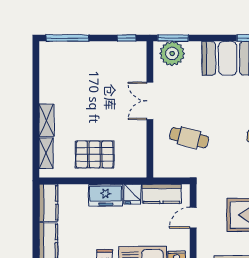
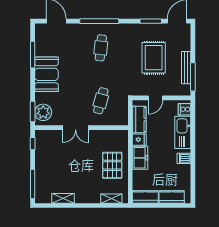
shelving: (46, 120) -> (63, 198), moved
door: (193, 218) -> (156, 98), hinge flipped

